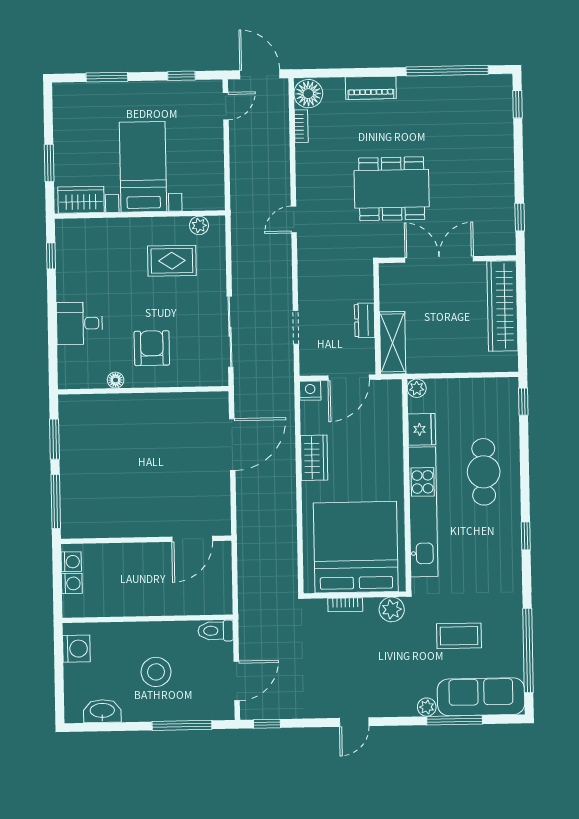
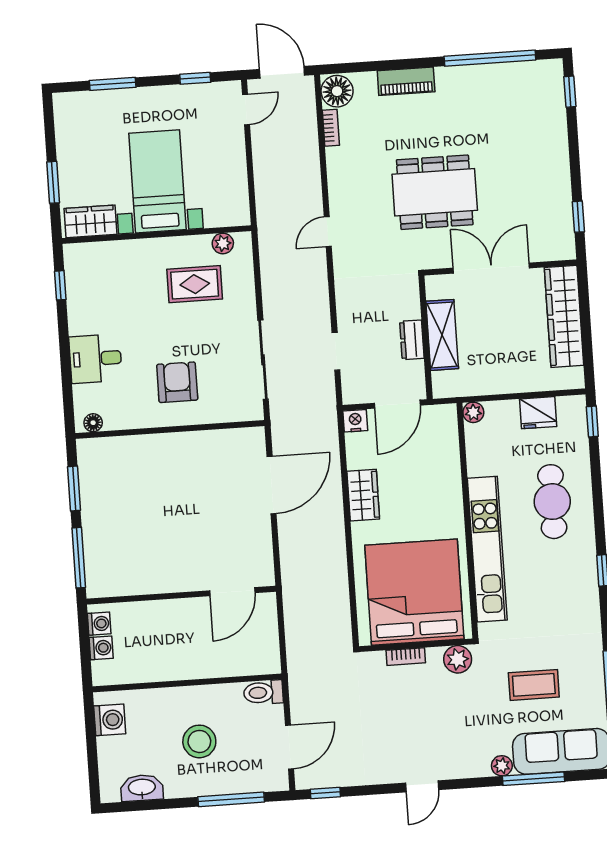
shelving: (393, 343) -> (442, 335), moved
floor lamp: (116, 380) -> (93, 423), moved
fridge: (422, 429) -> (538, 413), moved, turned 90

